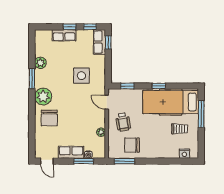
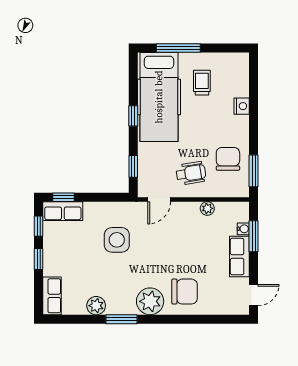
row of seats: (64, 35) -> (52, 296), moved
chair: (132, 145) -> (228, 159), turned 180
nightstand: (184, 154) -> (242, 106), moved

